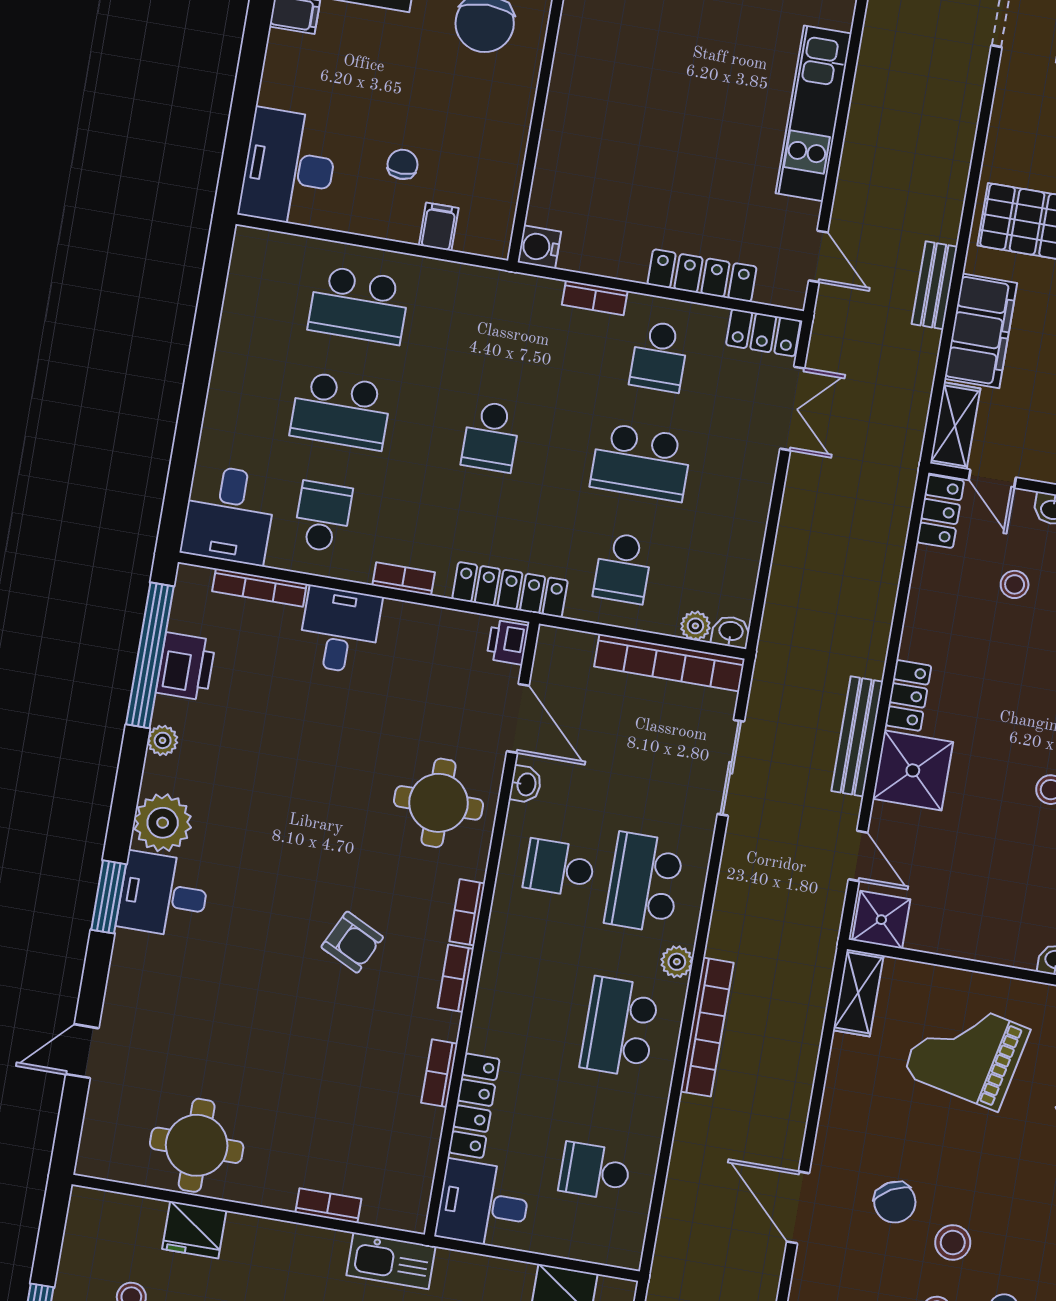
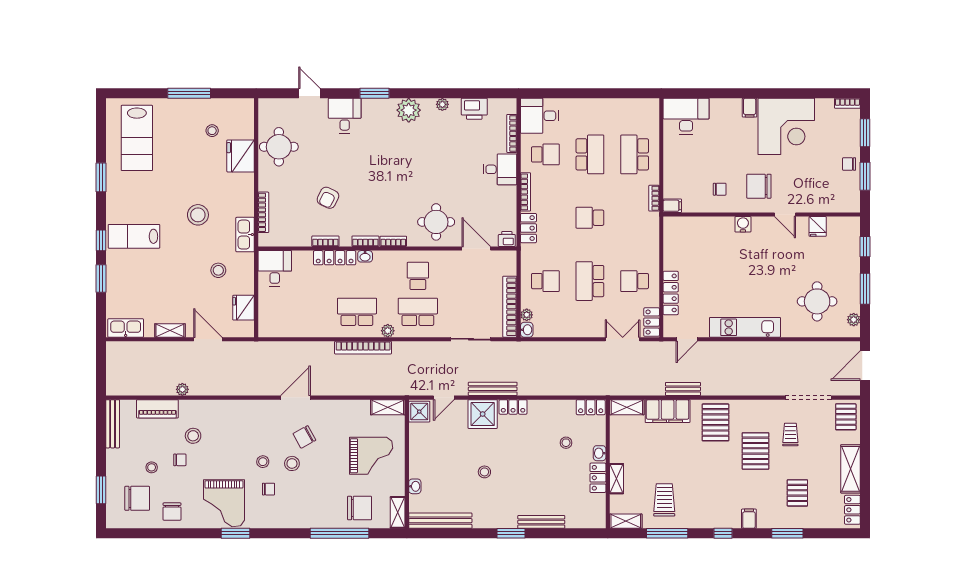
chair: (403, 164) -> (720, 189), moved
filing cabinet: (439, 227) -> (672, 206), moved
water cooler: (539, 247) -> (743, 224), moved
bookcase: (595, 298) -> (654, 198), moved
double door: (792, 409) -> (623, 339), swing flipped
school desk: (341, 411) -> (590, 154), turned 180
door: (992, 479) -> (608, 426), removed
school desk: (623, 568) -> (545, 281), turned 180
bookcase: (404, 579) -> (526, 192), width x1.56
locker: (510, 590) -> (528, 228), width x0.66
window: (150, 655) -> (476, 93), removed
door: (518, 718) -> (476, 249), swing flipped
washbasin: (526, 784) -> (365, 256), moved
desk: (163, 895) -> (345, 116), moved
armchair: (352, 942) -> (328, 198), moved
grand piano: (966, 1052) -> (371, 456), turned 78
locker: (474, 1106) -> (335, 258), moved
school desk: (595, 1171) -> (296, 312), removed
bookcase: (328, 1206) -> (263, 212), width x1.56
fridge: (194, 1230) -> (241, 156), width x1.36, depth x1.34

